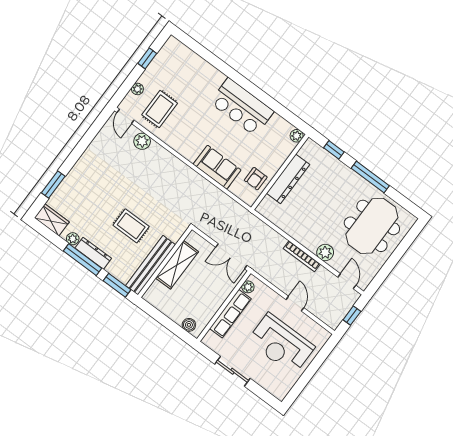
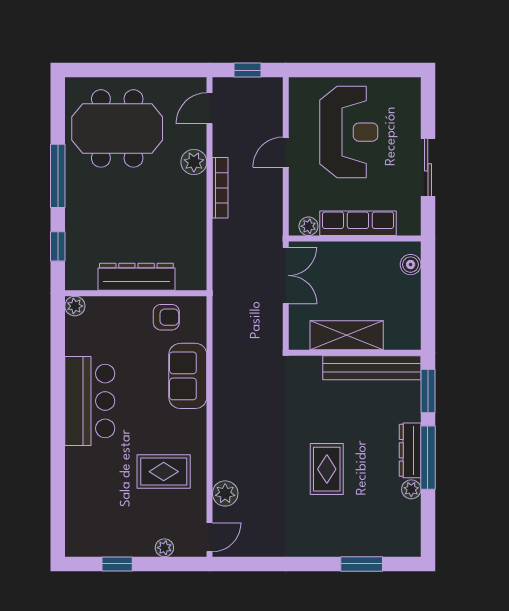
rug: (160, 109) -> (164, 472), moved
wardrobe: (52, 220) -> (407, 533), removed
rug: (131, 226) -> (327, 469), moved

